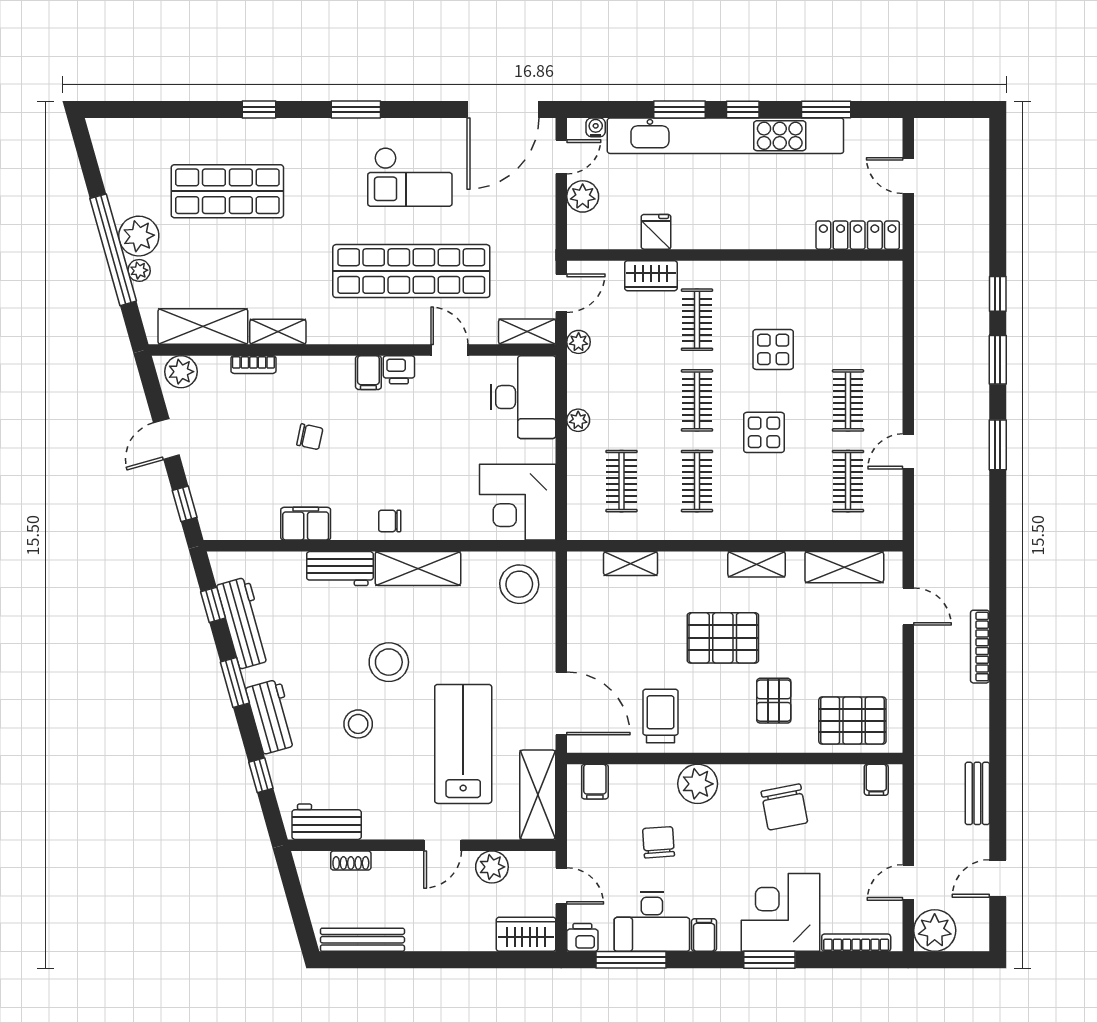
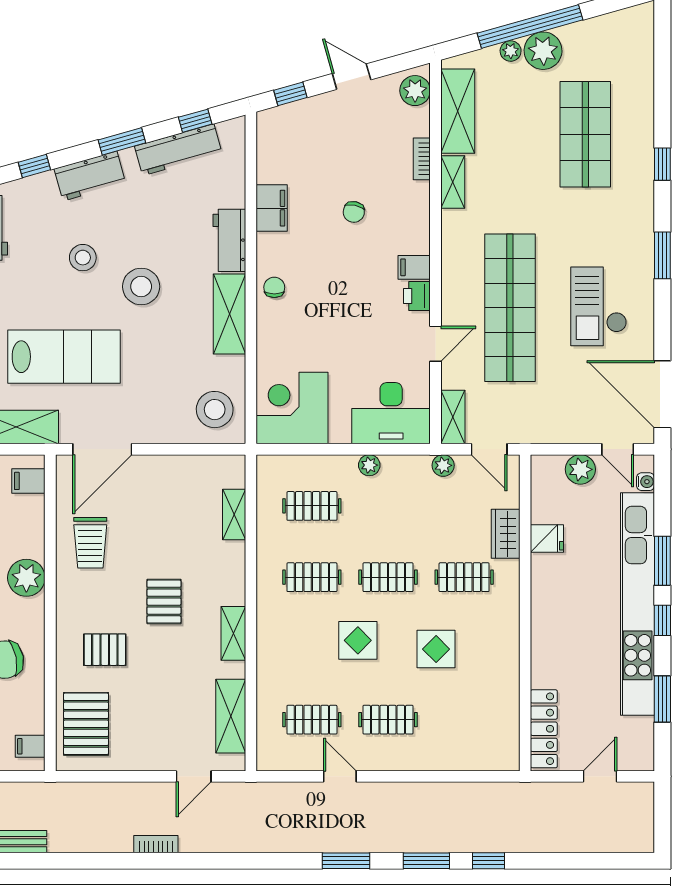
pallet: (723, 638) -> (164, 602), width x0.67, depth x0.71
bookcase: (980, 647) -> (156, 844), width x0.64
trolley: (660, 716) -> (90, 543), turned 90

